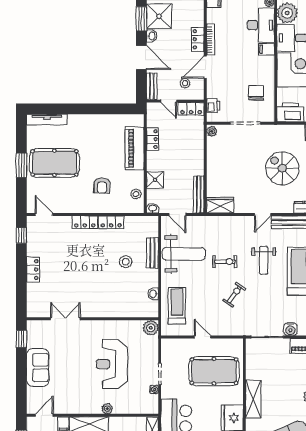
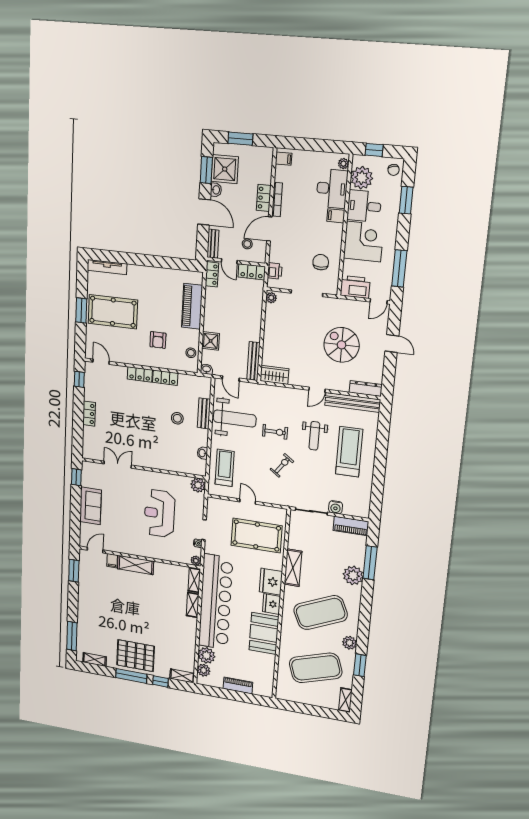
locker: (153, 139) -> (212, 274), moved
plant: (107, 409) -> (196, 561), moved

